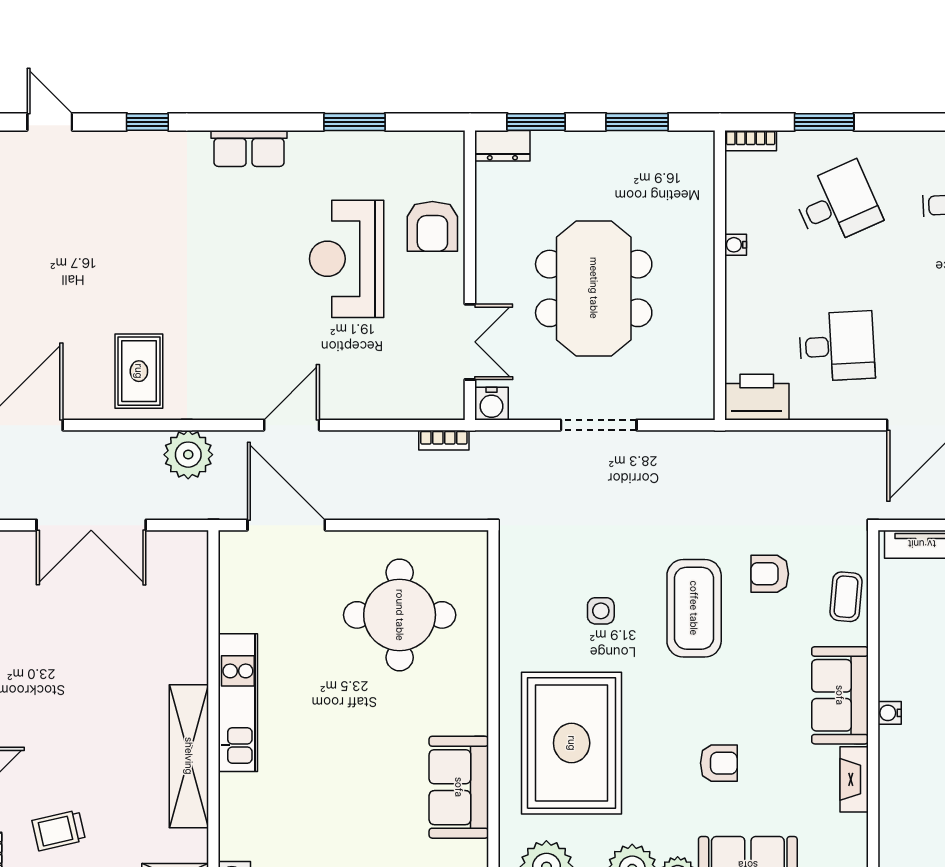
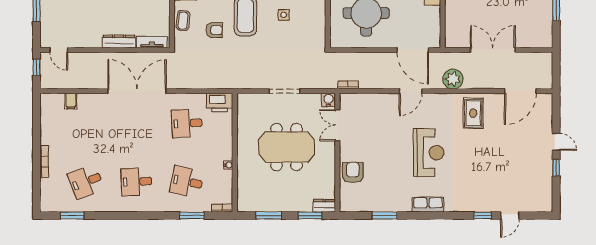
door: (50, 122) -> (510, 215), hinge flipped
window: (147, 122) -> (483, 215), moved
desk: (837, 204) -> (187, 182), turned 36
reception desk: (347, 259) -> (429, 153), moved
meeting table: (594, 288) -> (287, 147), turned 90

